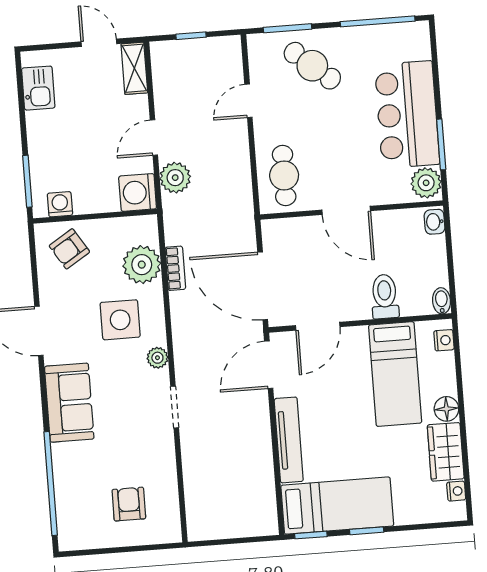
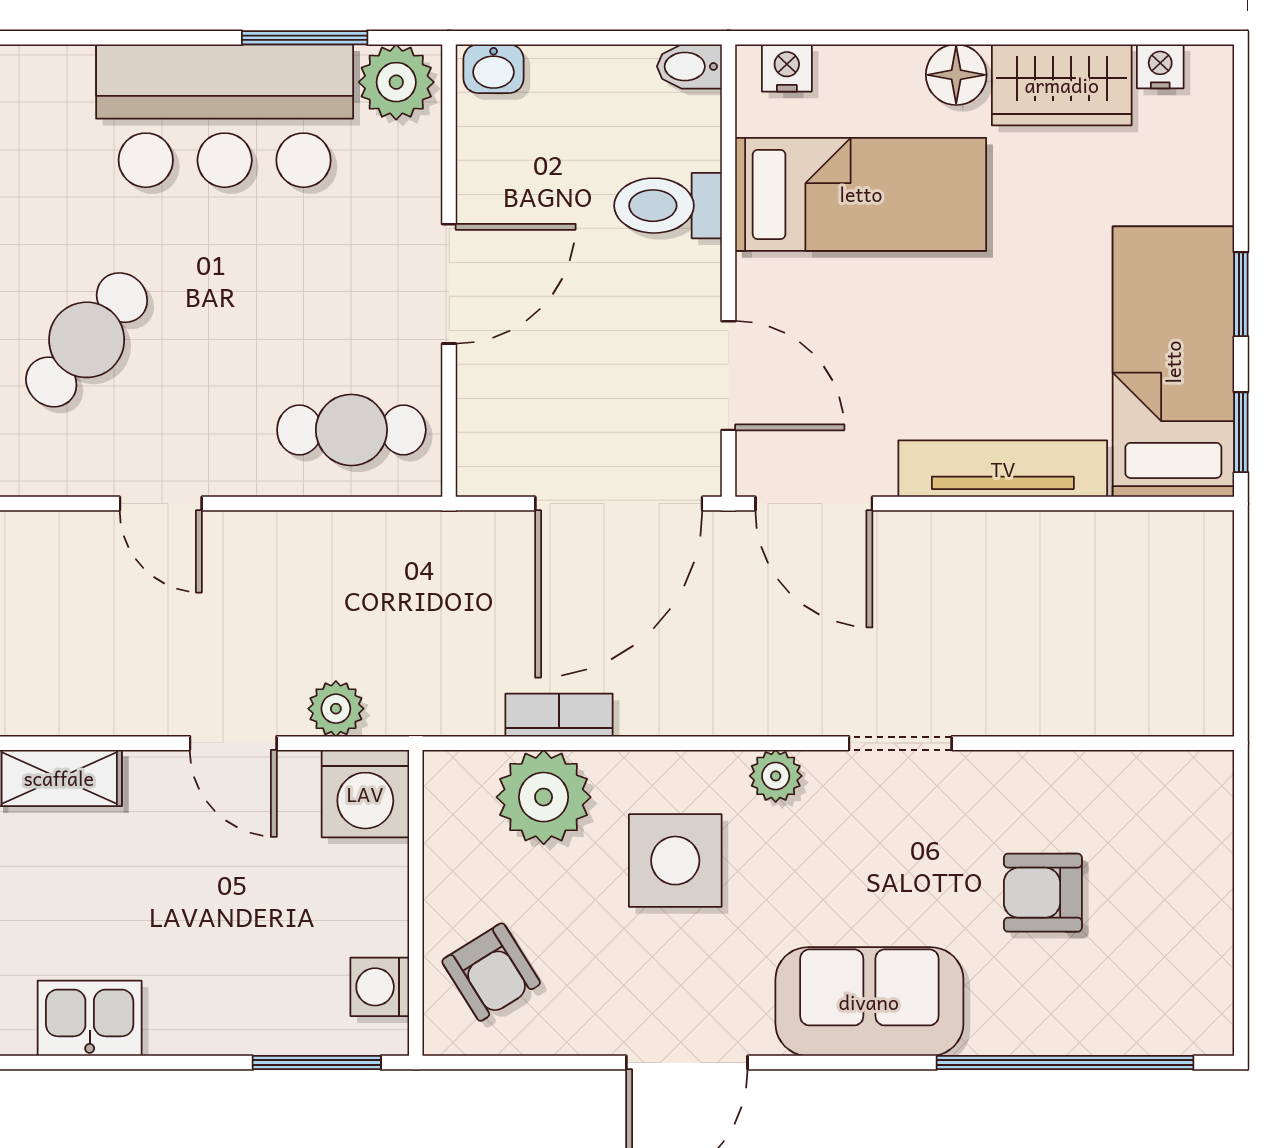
plant: (175, 178) -> (336, 709), width x0.73, depth x0.73
armchair: (129, 504) -> (1043, 893), moved

